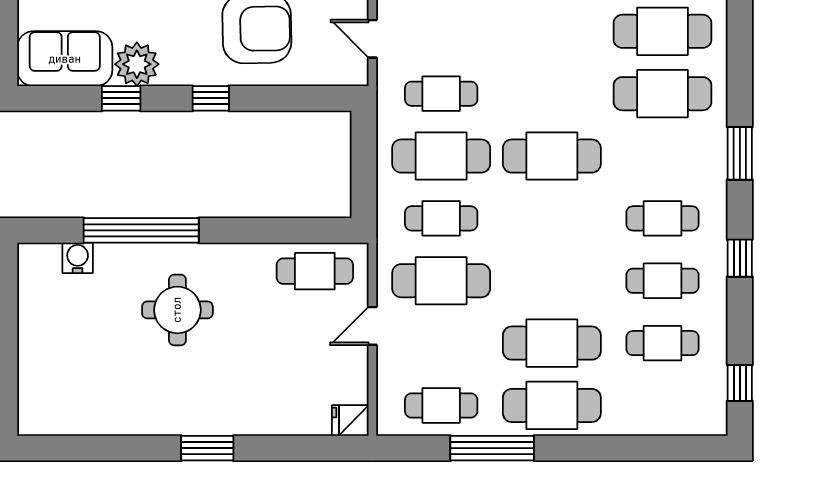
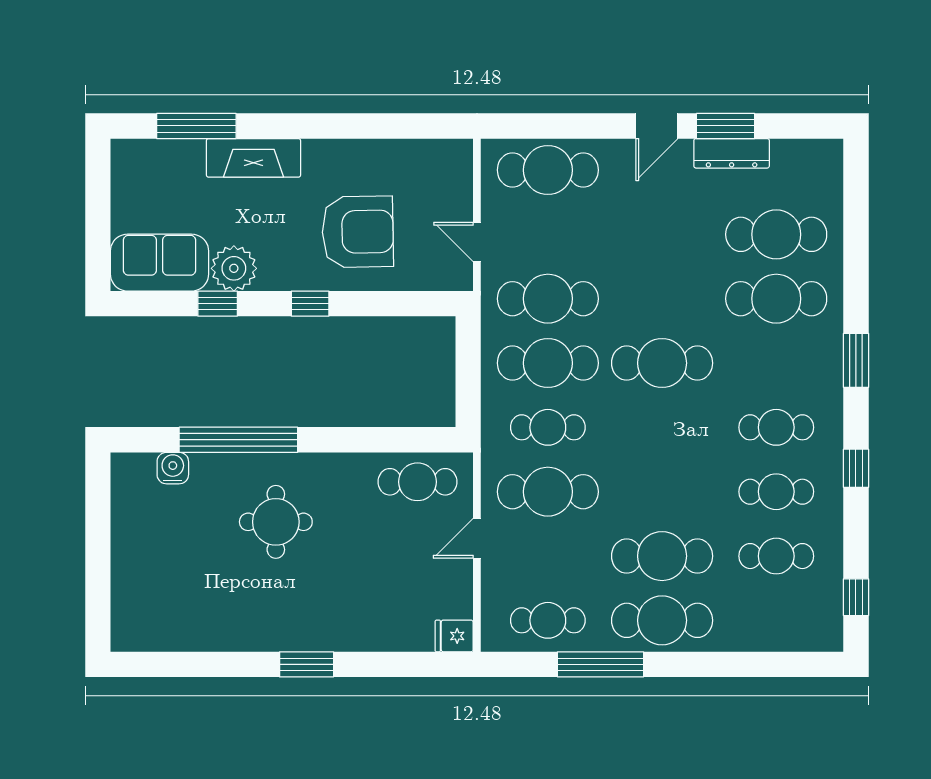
cafe table: (441, 94) -> (548, 299), width x1.37, depth x1.35

